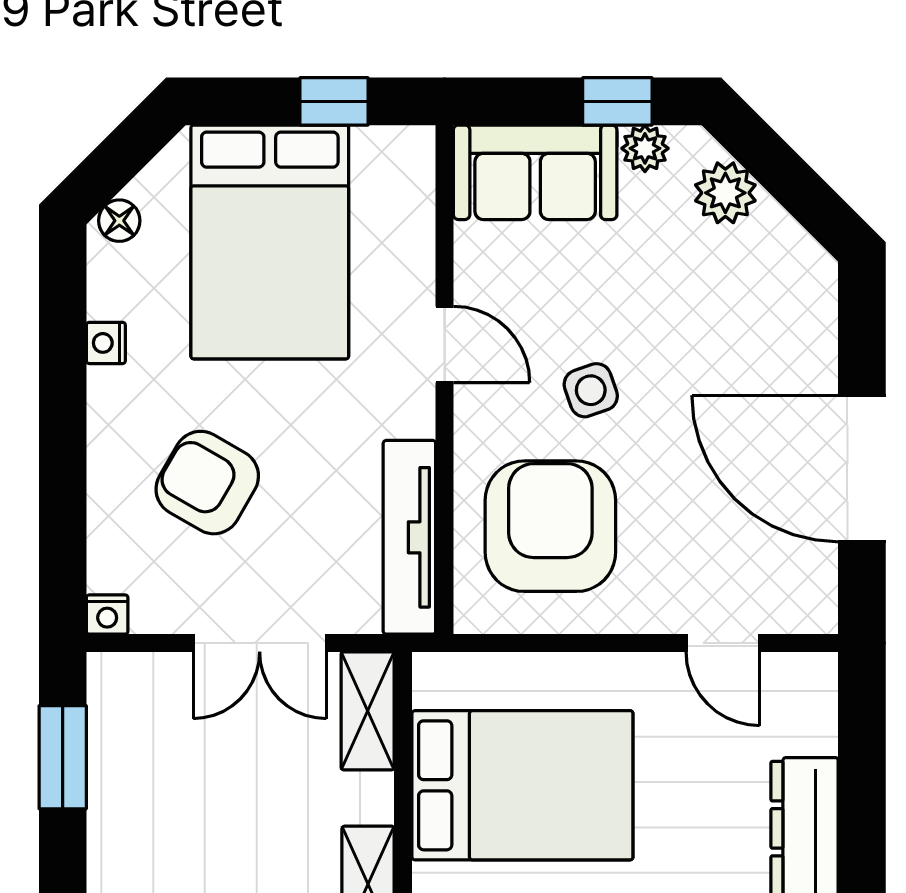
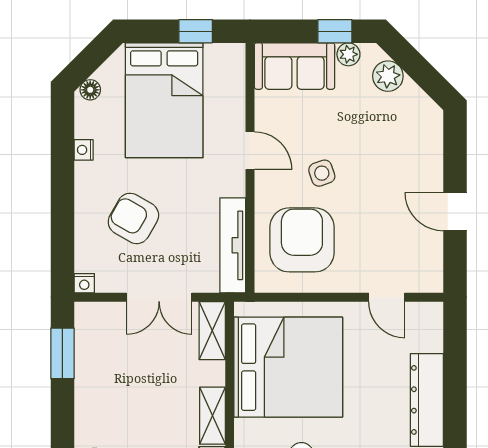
door: (862, 469) -> (455, 212), width x0.53
bed: (522, 785) -> (288, 367), width x1.36

